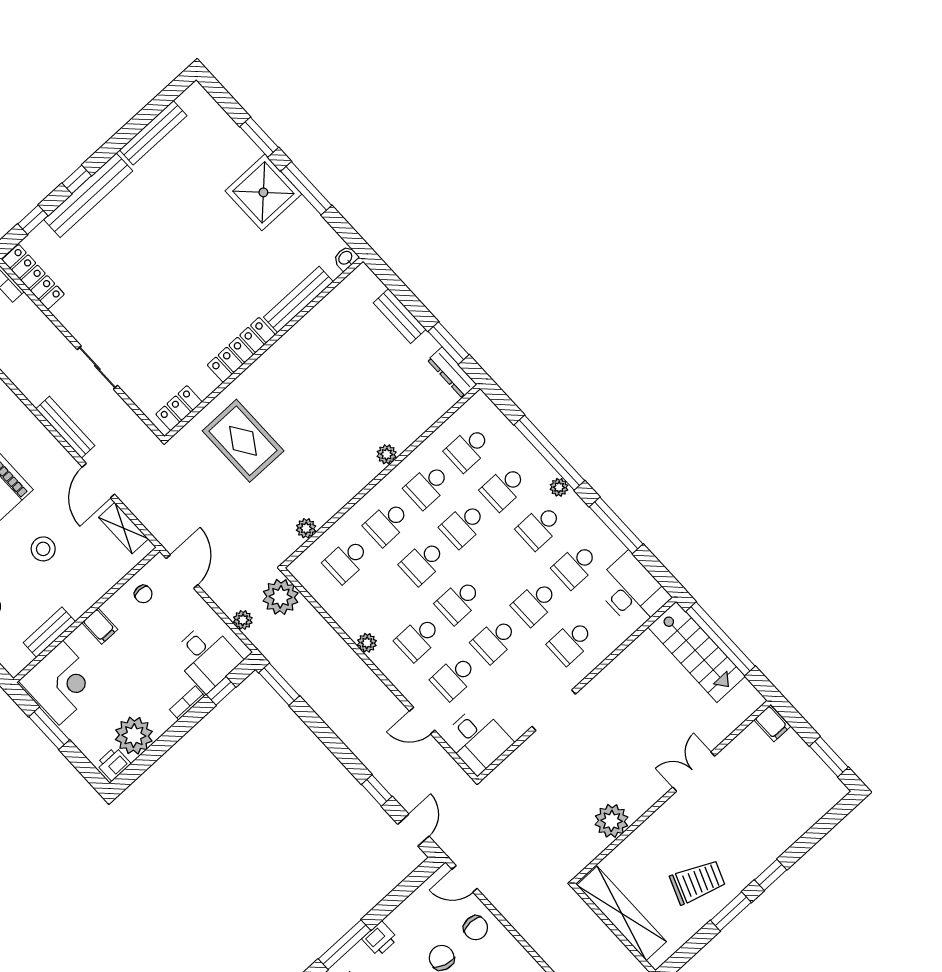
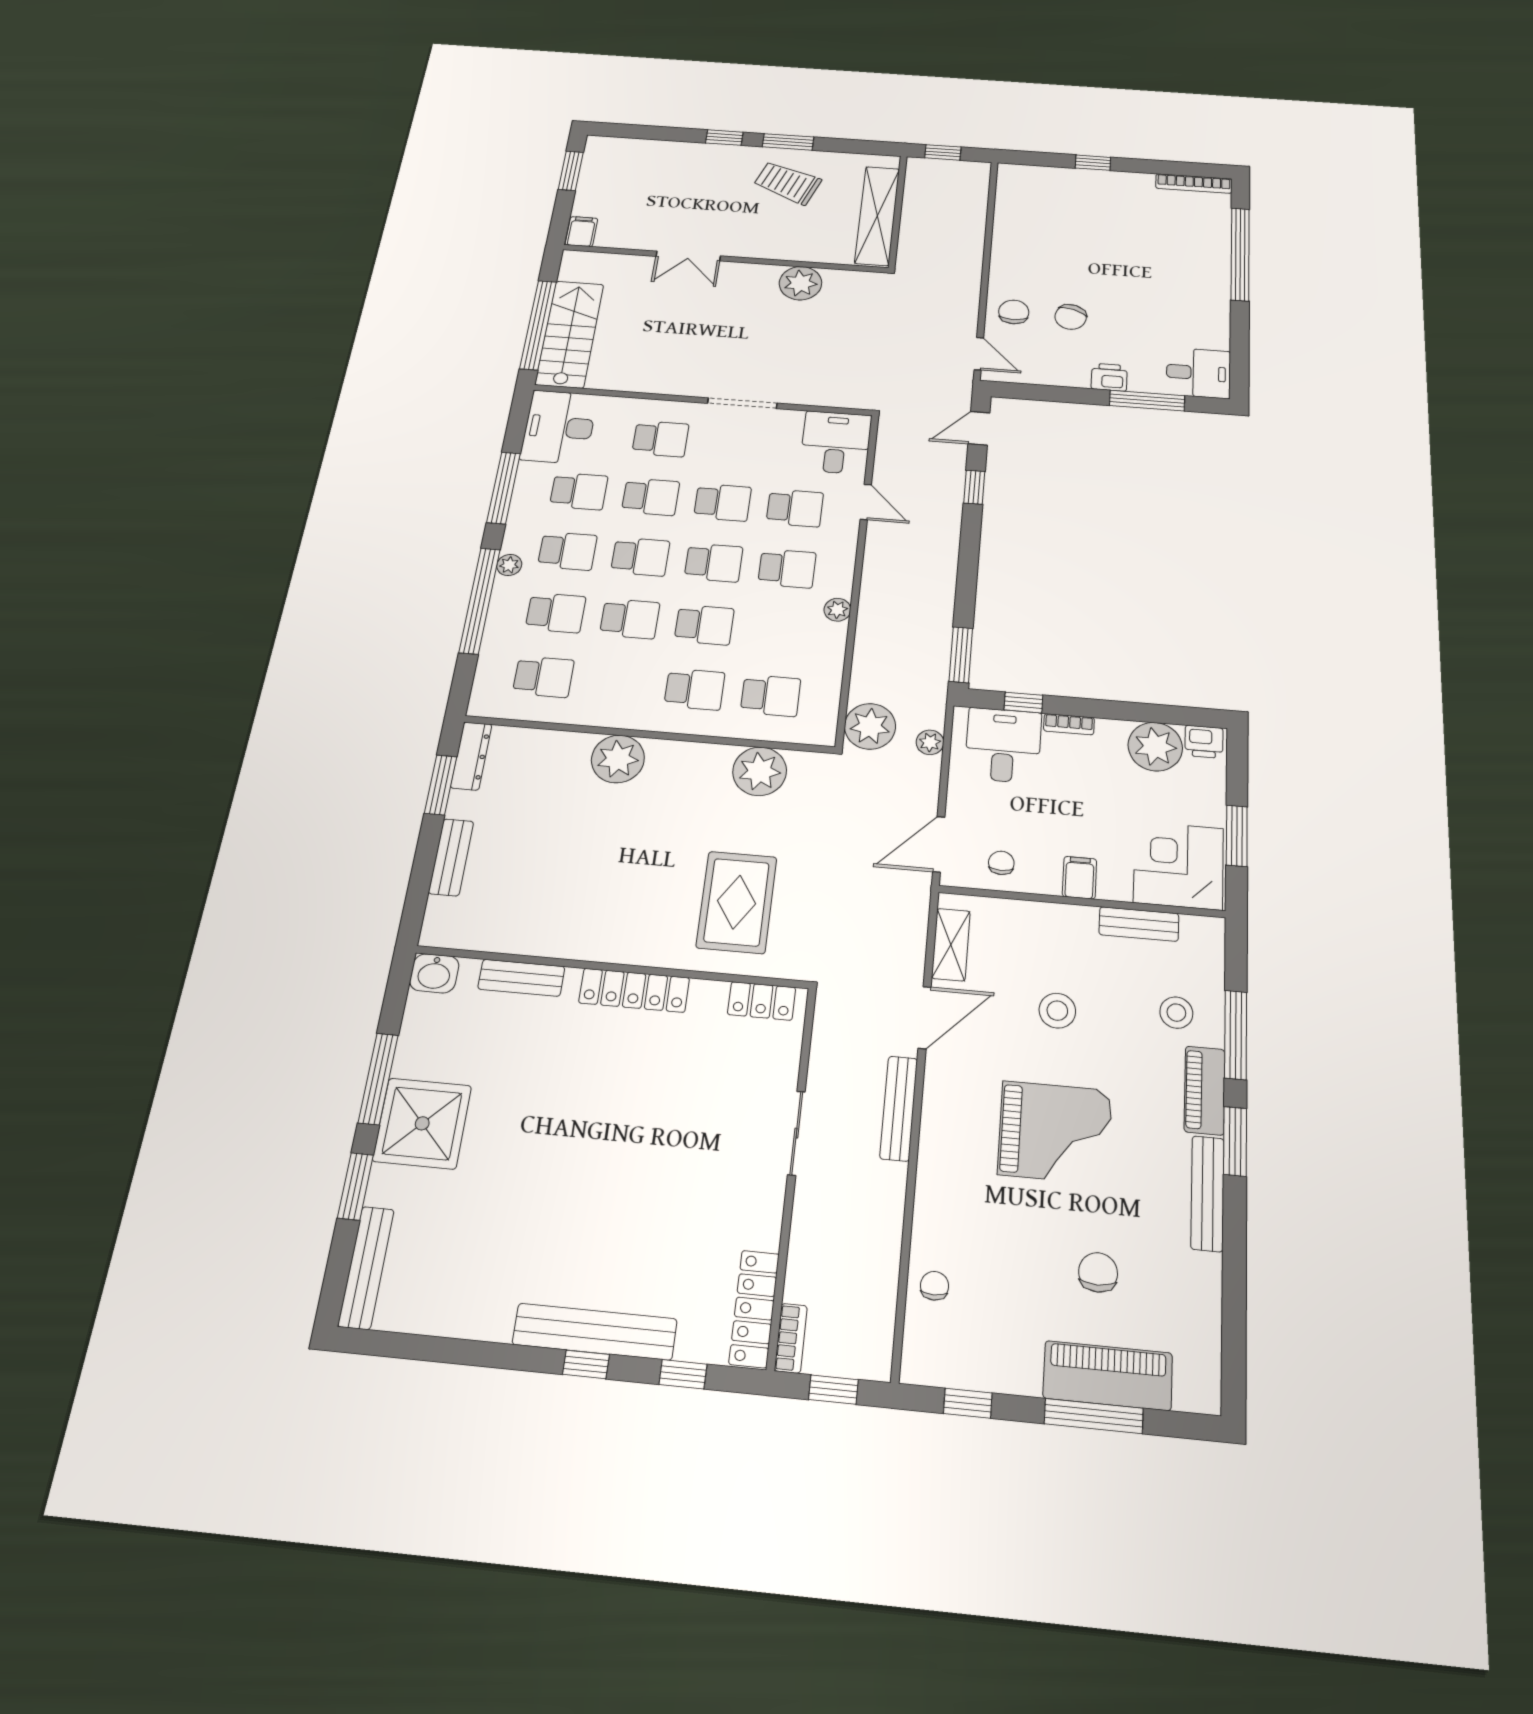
bench: (153, 133) -> (366, 1267), moved, turned 90
washbasin: (346, 258) -> (434, 973), width x1.38, depth x1.45
bench: (298, 299) -> (521, 978), width x0.73
plant: (387, 454) -> (618, 759), width x1.88, depth x1.88
school desk: (427, 486) -> (640, 557), moved
plant: (306, 528) -> (760, 771), width x1.87, depth x1.87

